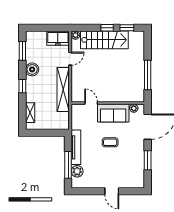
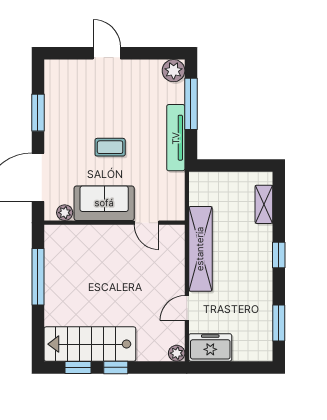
stairs: (104, 40) -> (90, 344), moved
boiler: (32, 69) -> (260, 287), removed
plant: (77, 171) -> (174, 71), moved

